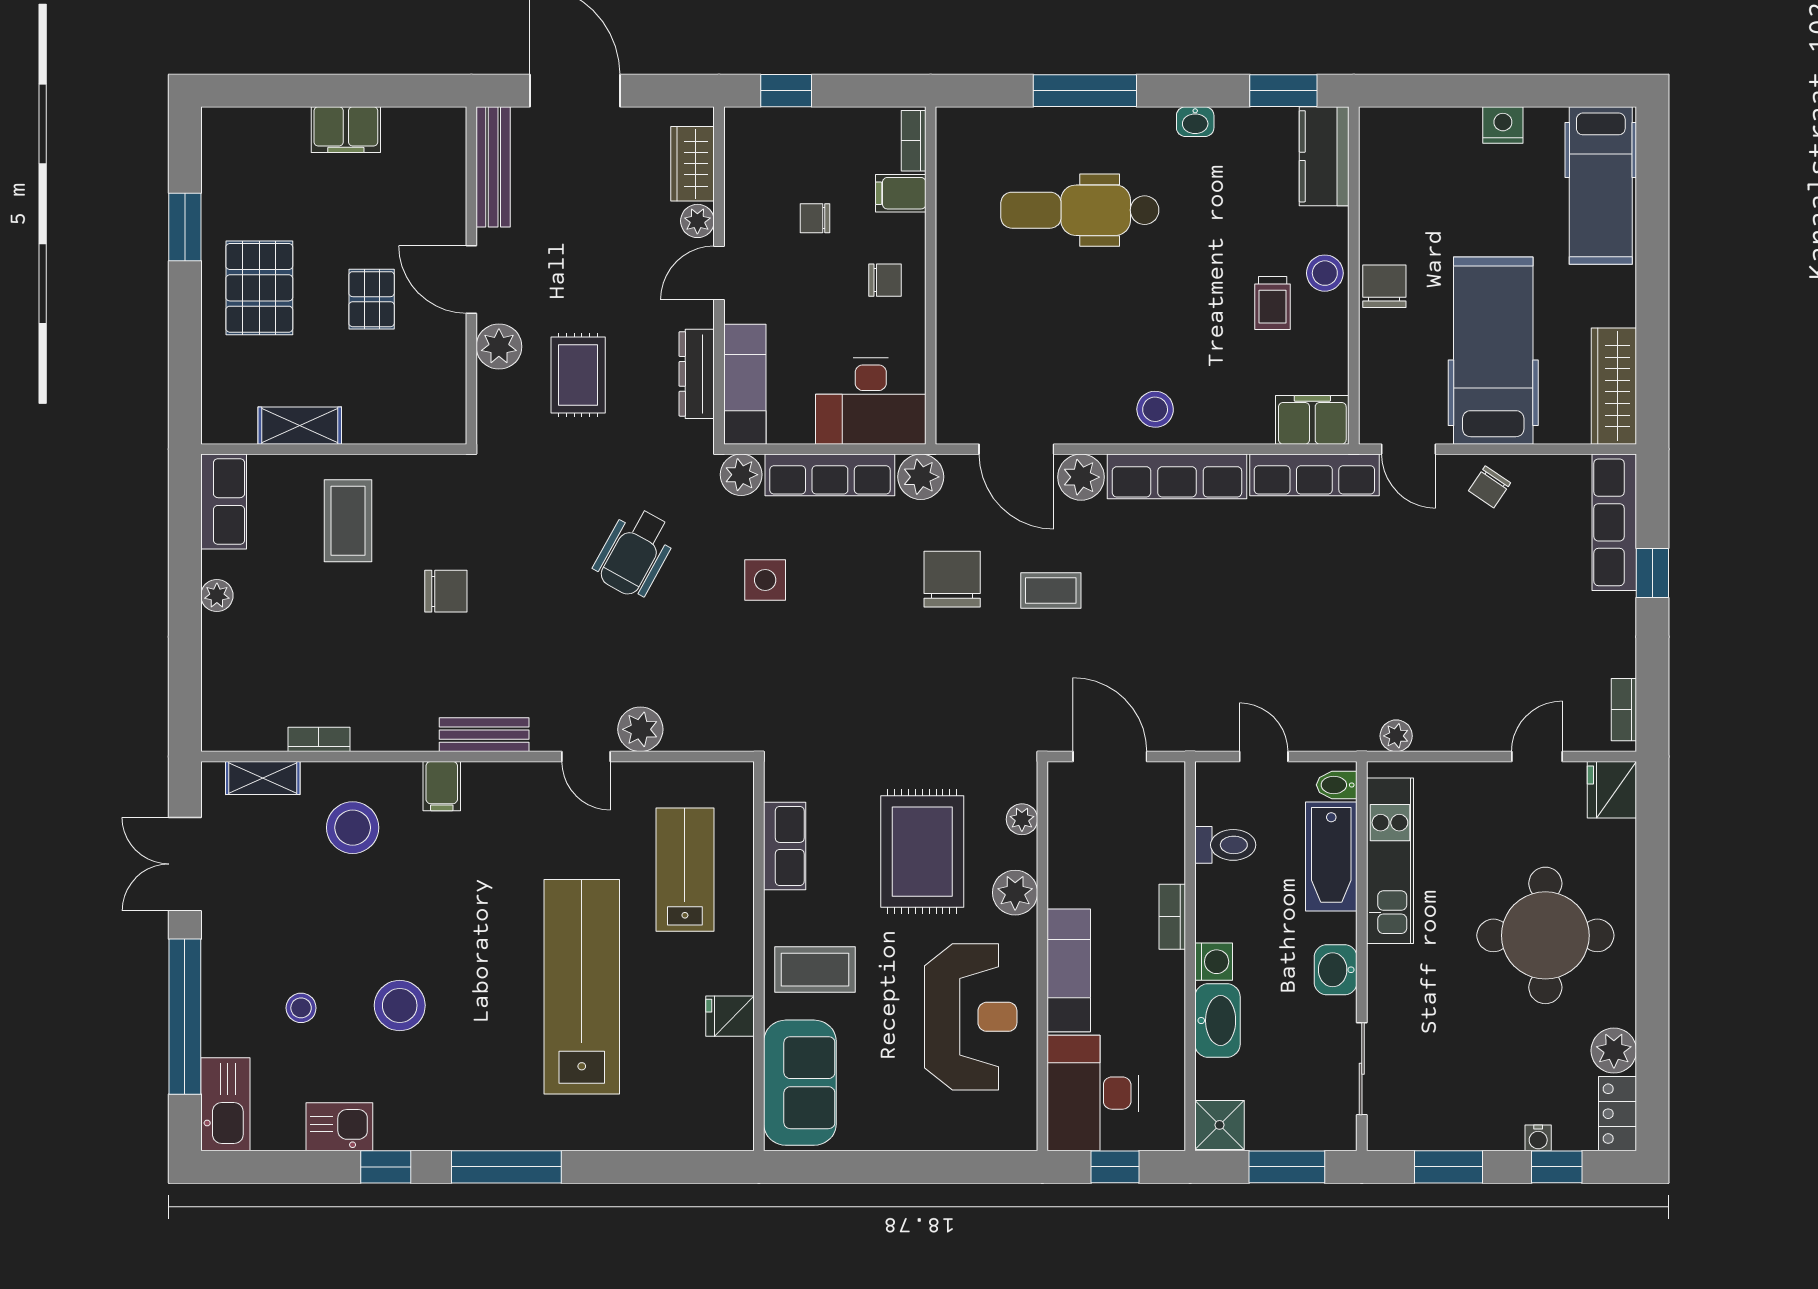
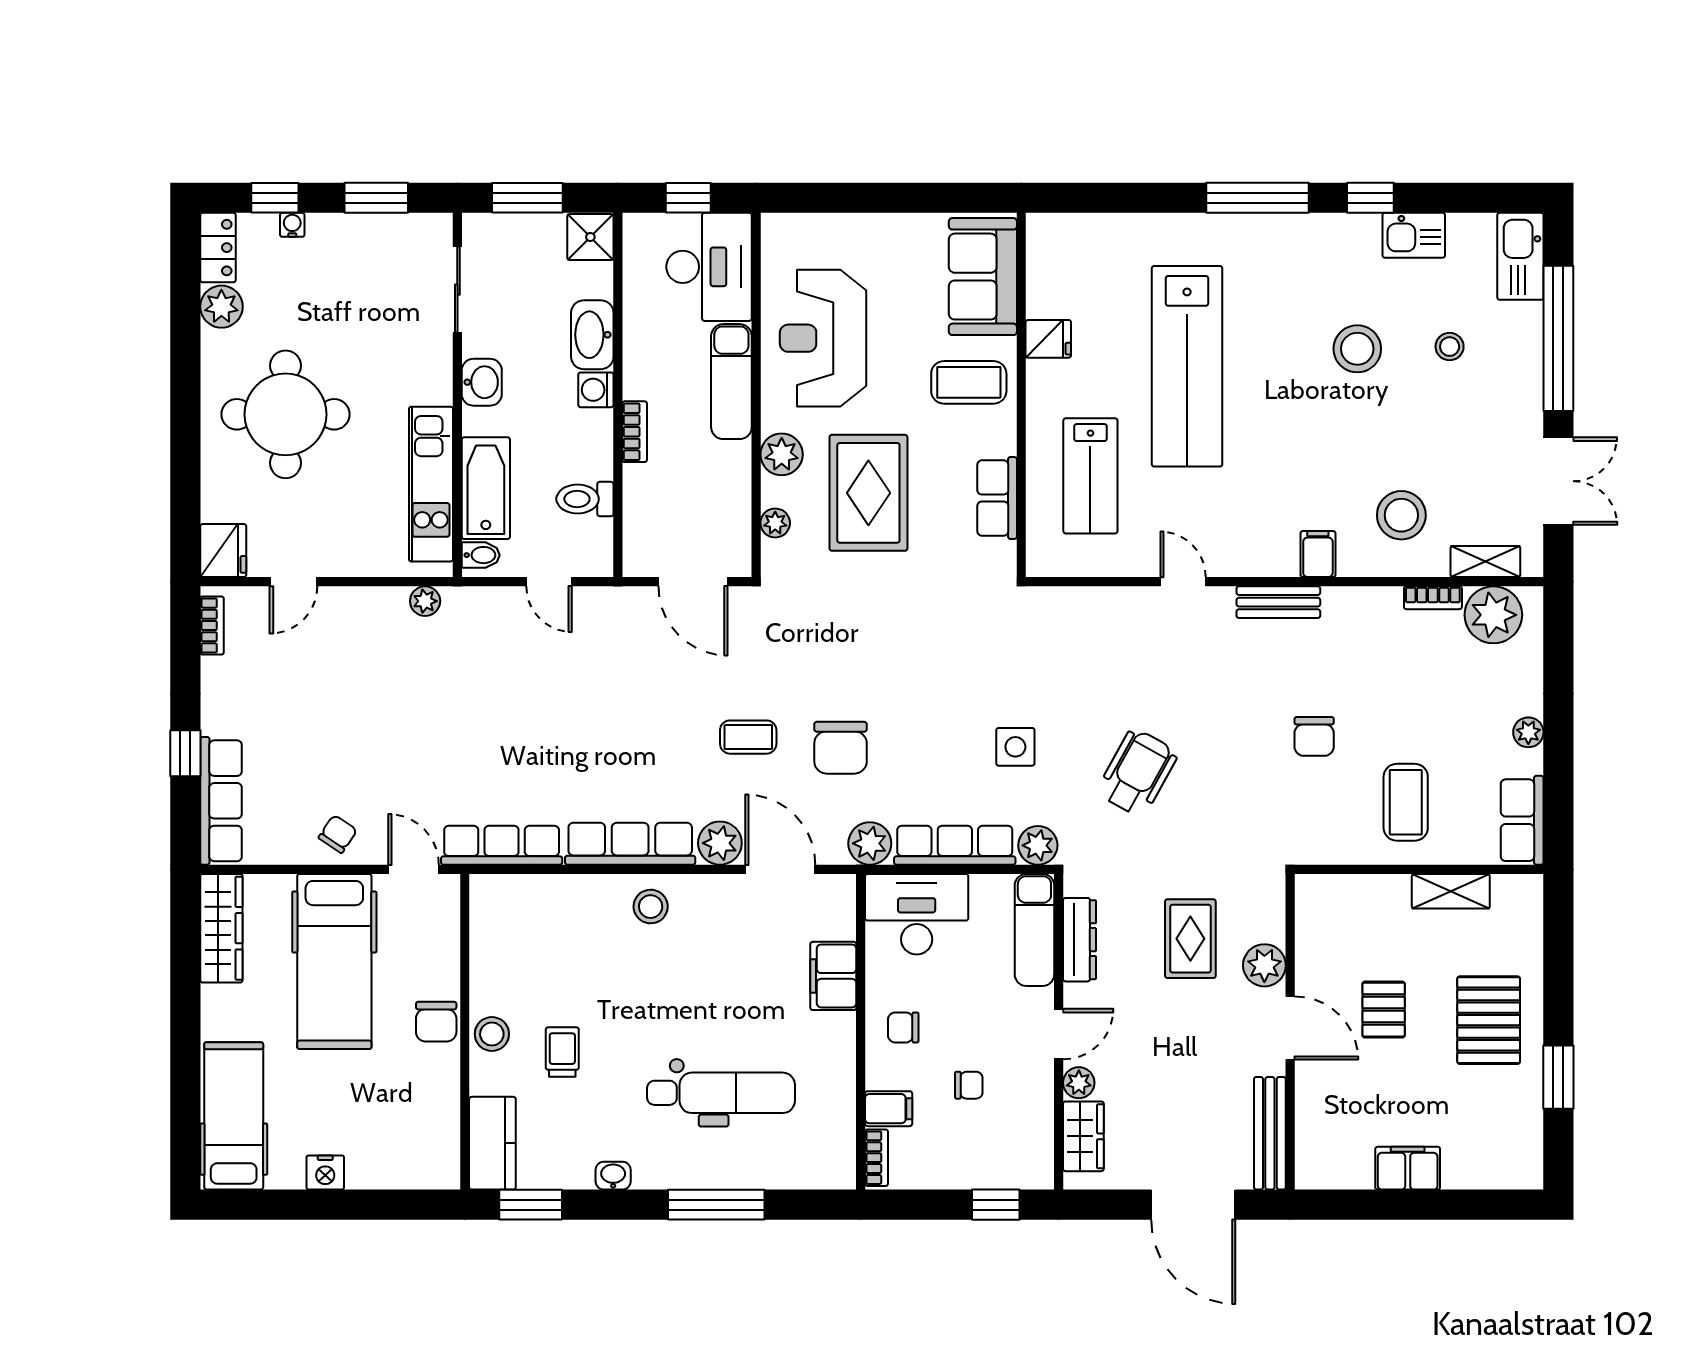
trolley: (1273, 303) -> (562, 1052), moved
filing cabinet: (1312, 420) -> (833, 976), moved, turned 90
chair: (446, 591) -> (1314, 736), turned -90
plant: (640, 729) -> (1493, 615), moved, width x1.36, depth x1.36

